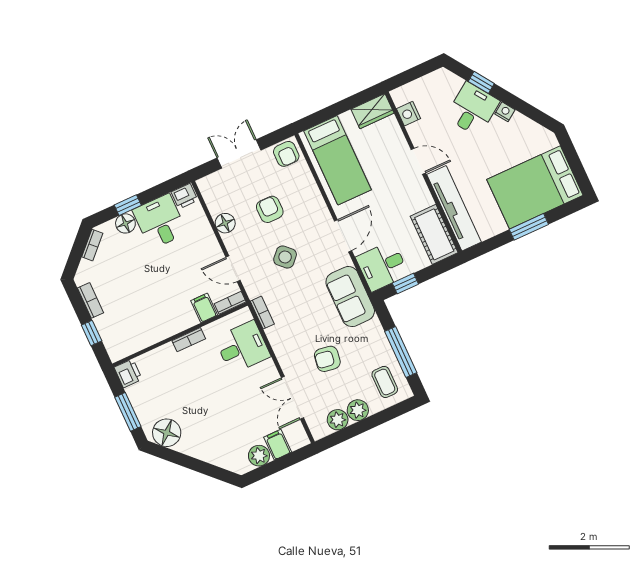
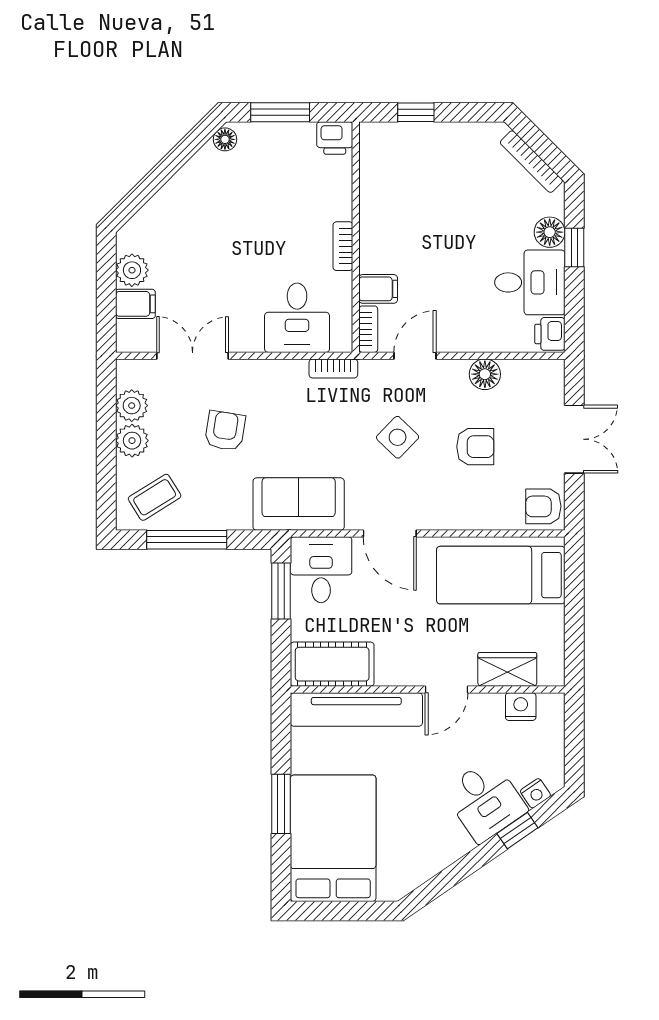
wardrobe: (372, 111) -> (507, 669), moved, turned 90
nightstand: (505, 112) -> (535, 793), moved
bookcase: (92, 245) -> (531, 162), width x1.56
window: (405, 284) -> (281, 591), width x1.50
bookcase: (91, 300) -> (463, 132), removed
coffee table: (385, 382) -> (155, 497), turned -32
floor lamp: (167, 433) -> (225, 139), width x0.53, depth x0.53

